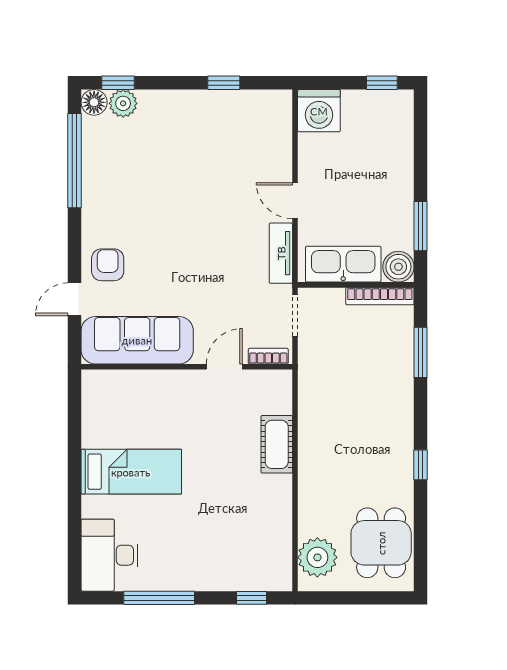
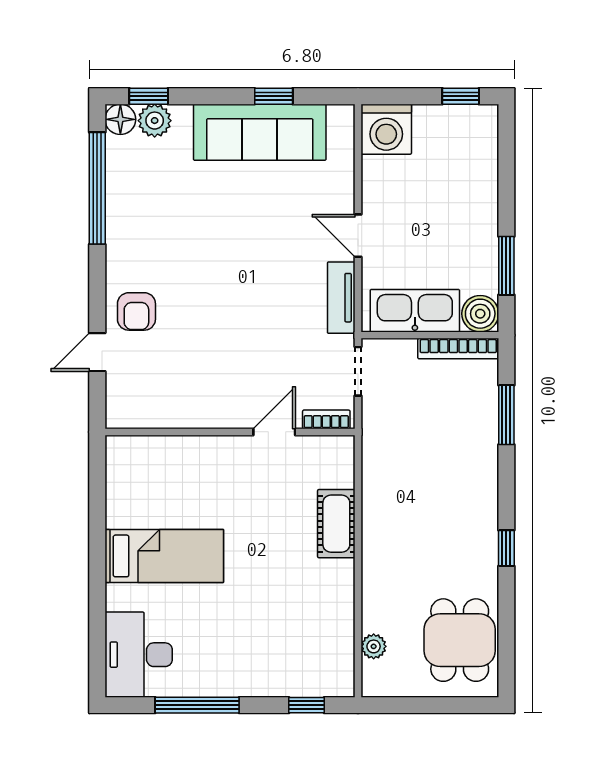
armchair: (108, 265) -> (136, 311), turned 180
sofa: (137, 340) -> (260, 132), moved, turned 180
plant: (317, 557) -> (374, 646), width x0.53, depth x0.53

